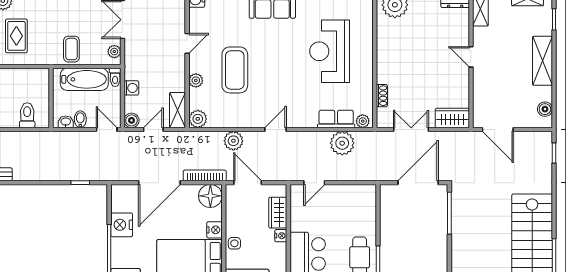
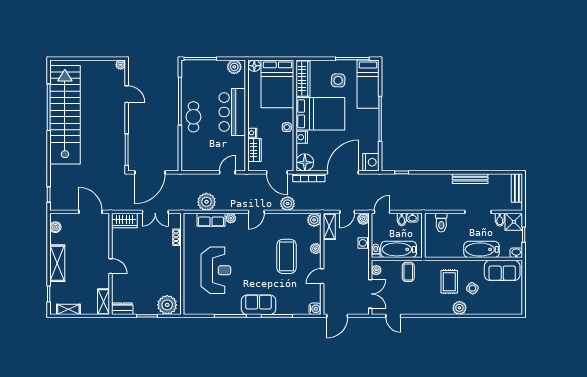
plant: (363, 121) -> (231, 218), moved
door: (107, 129) -> (382, 212), swing flipped
nightstand: (122, 225) -> (371, 162), moved

